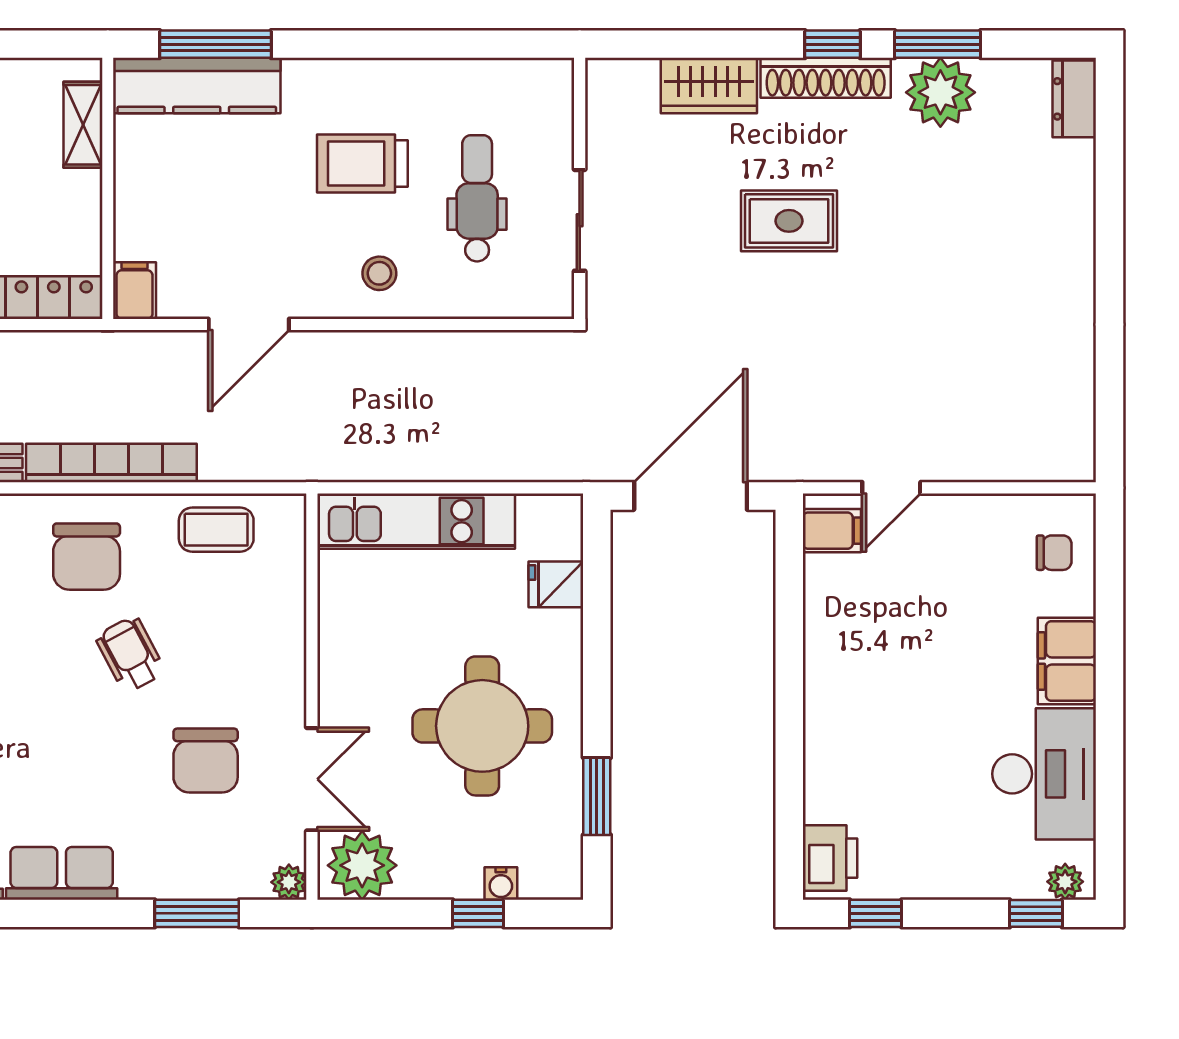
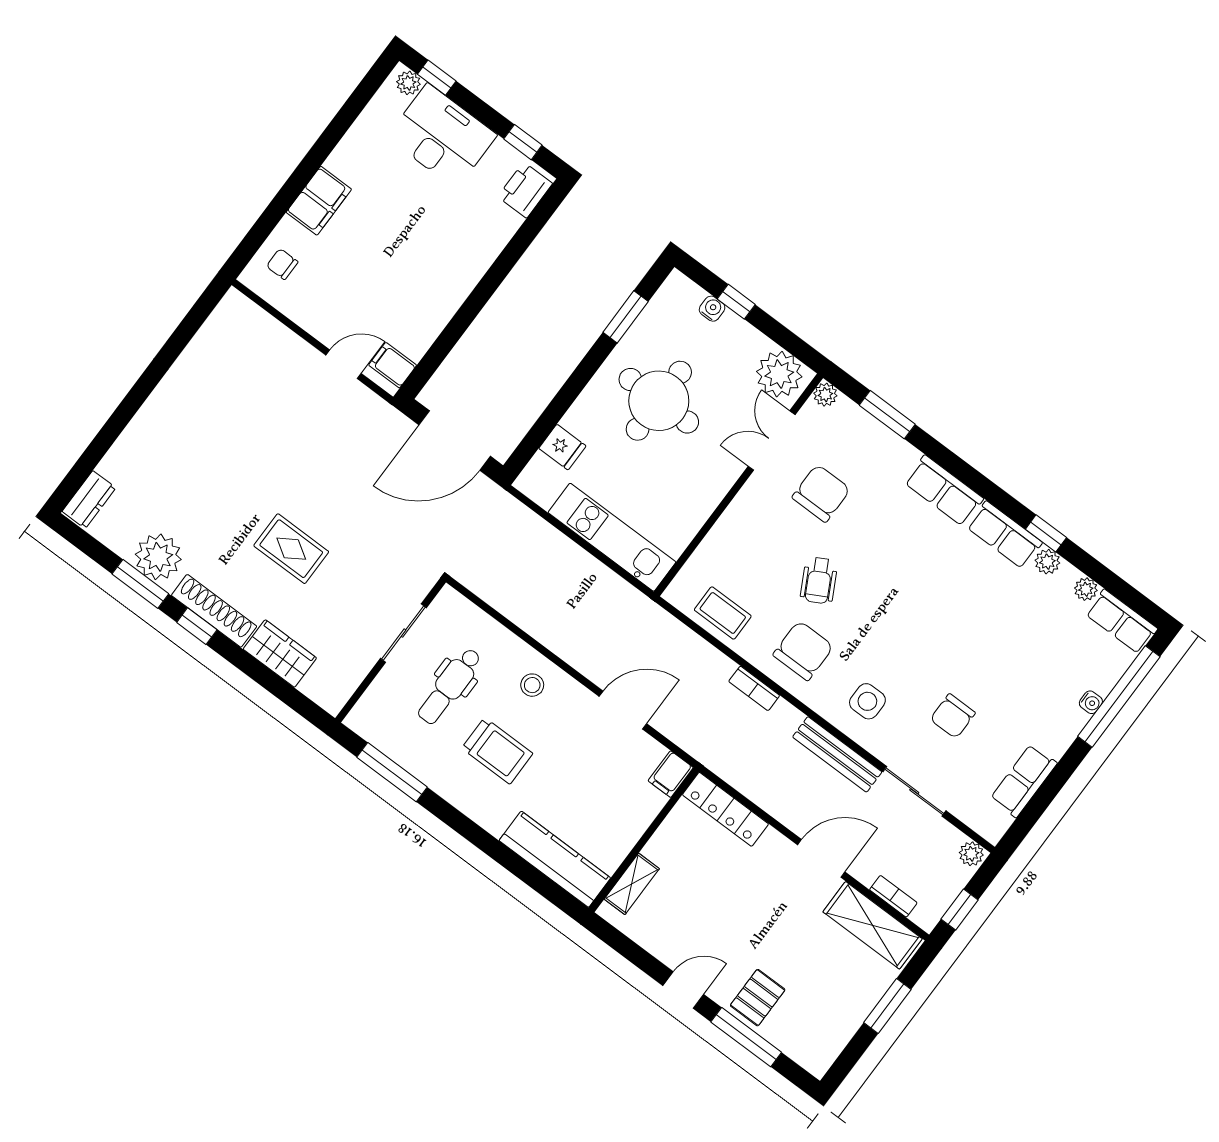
window: (215, 44) -> (392, 772), moved
bookcase: (111, 463) -> (754, 688), width x0.43, depth x0.76
desk: (1044, 774) -> (442, 136), moved, turned 90

